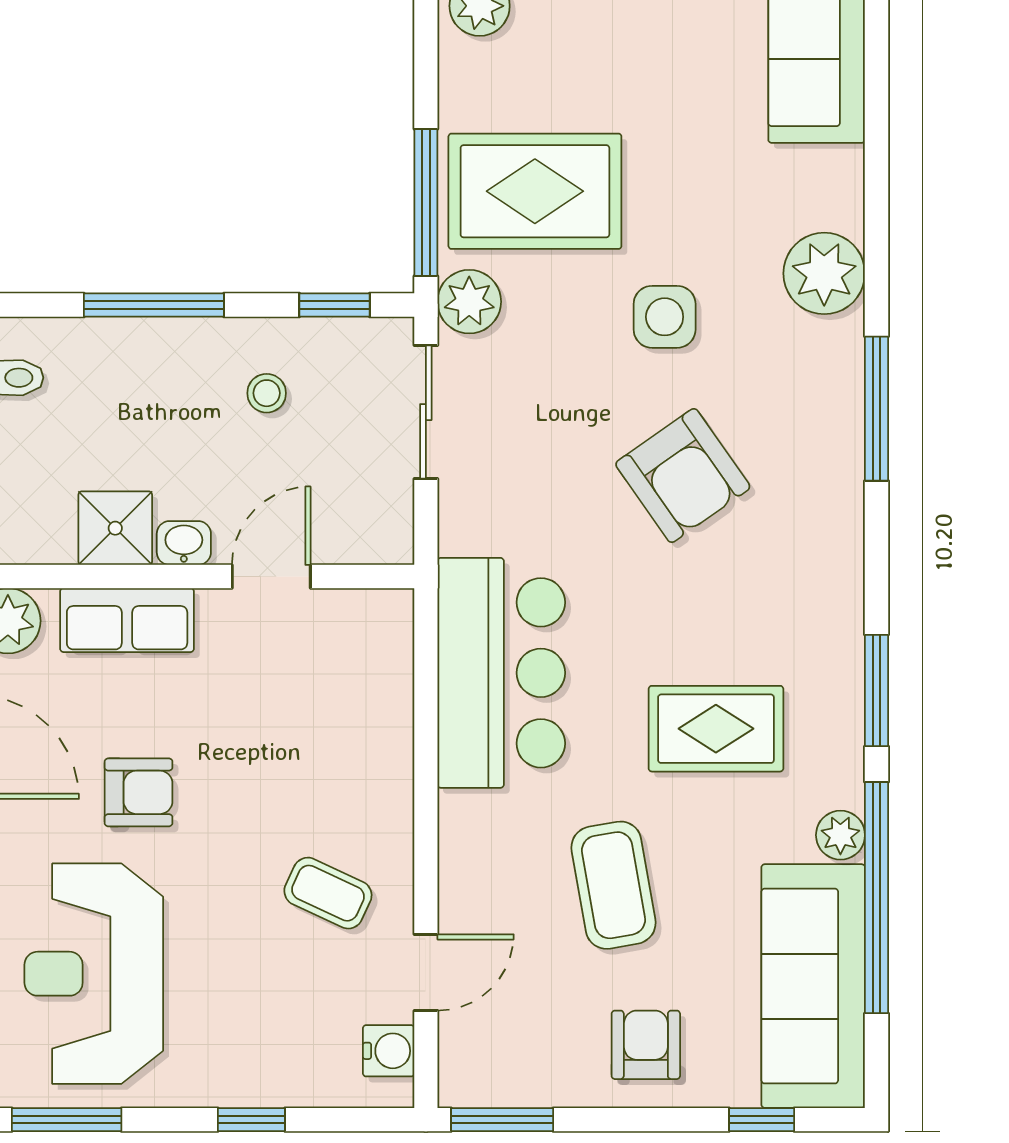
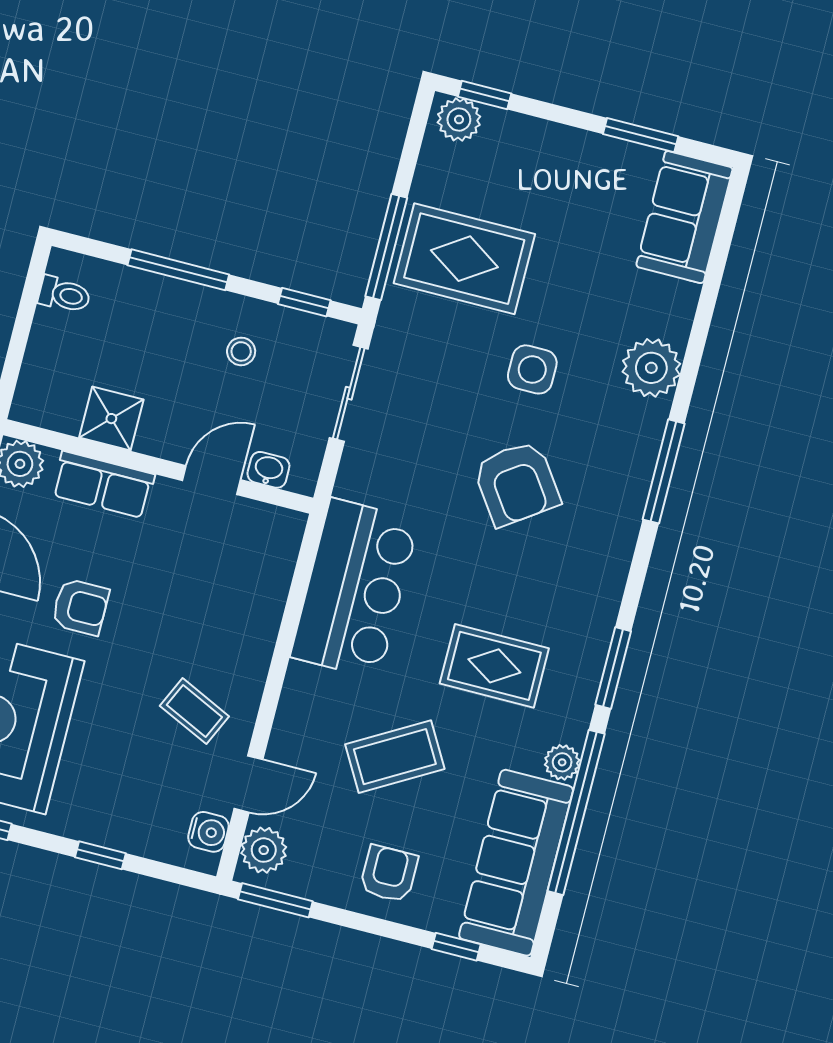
plant: (469, 302) -> (264, 850), moved
washbasin: (184, 543) -> (268, 470), moved
coffee table: (613, 885) -> (395, 757), turned 70

